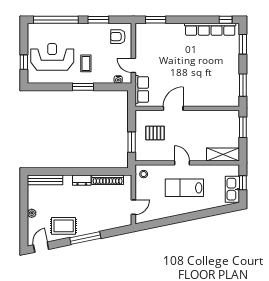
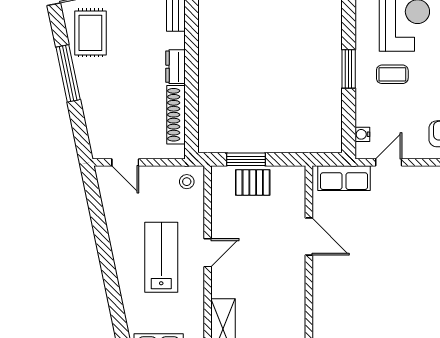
pallet: (155, 133) -> (253, 182), moved, turned 90

